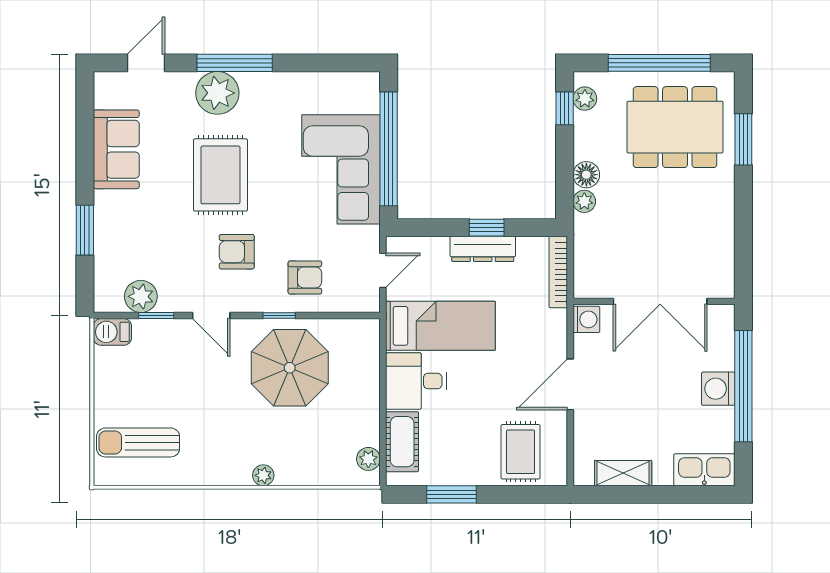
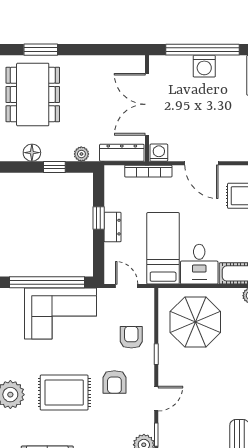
plant: (585, 99) -> (14, 154), removed
window: (565, 108) -> (54, 167), moved
floor lamp: (586, 175) -> (32, 153), moved
dresser: (483, 249) -> (113, 227), width x0.70
dresser: (586, 263) -> (122, 153), added
bookcase: (558, 272) -> (148, 171), moved
double door: (660, 301) -> (147, 104), swing flipped
parasol: (290, 368) -> (195, 322), moved

